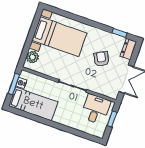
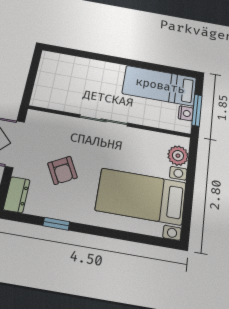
window: (120, 33) -> (56, 224), moved
desk: (96, 109) -> (60, 91), removed
window: (112, 119) -> (31, 80), removed

